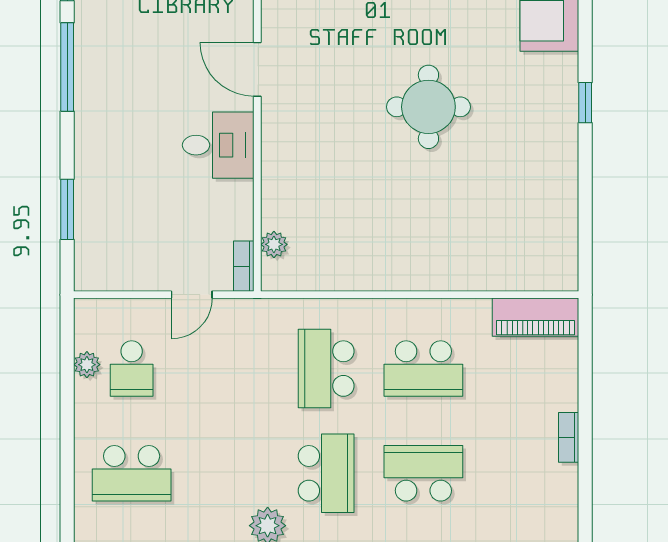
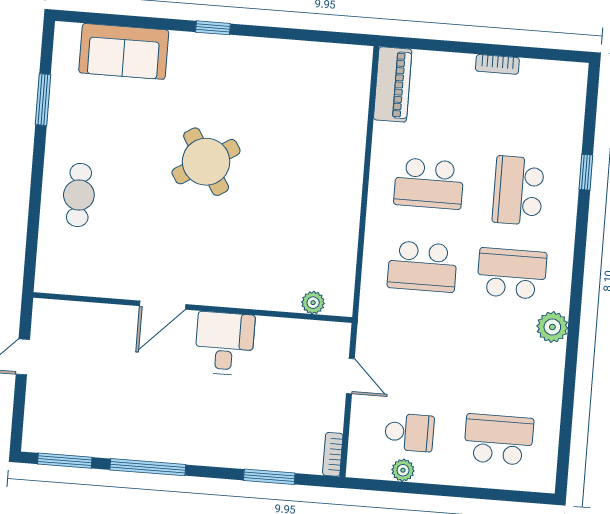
round table: (428, 107) -> (206, 162), turned -32
bookcase: (244, 266) -> (333, 454), moved, turned 90
school desk: (423, 369) -> (429, 184), turned 90
school desk: (132, 473) -> (499, 439), turned -90

